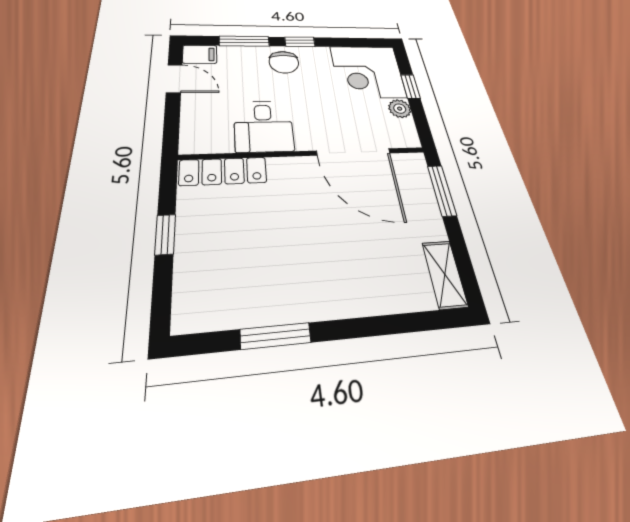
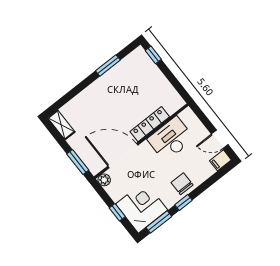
window: (244, 41) -> (159, 222), moved
plant: (400, 109) -> (104, 180), moved
desk: (263, 126) -> (171, 139), width x1.37
locker: (223, 171) -> (150, 124), moved
window: (165, 234) -> (153, 55), moved

